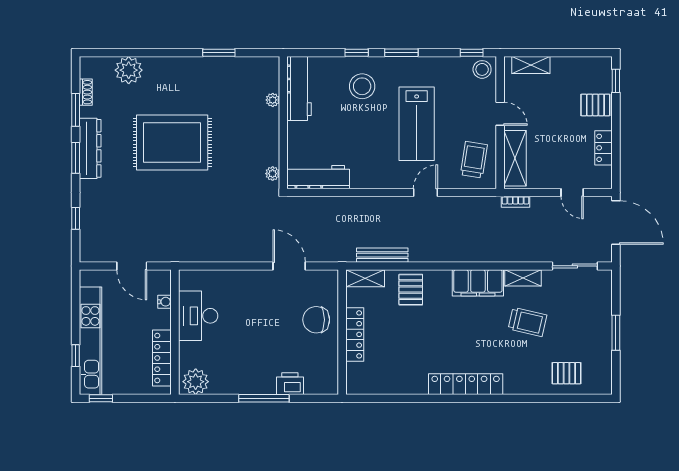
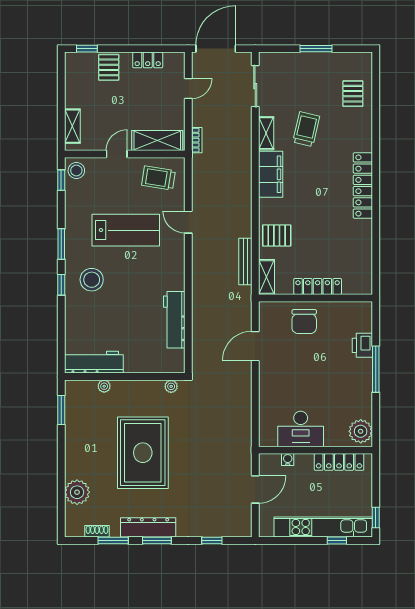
workbench: (299, 89) -> (94, 362), moved
plant: (273, 100) -> (104, 386), moved
wall: (283, 123) -> (125, 377), moved
plant: (273, 174) -> (171, 386), moved

